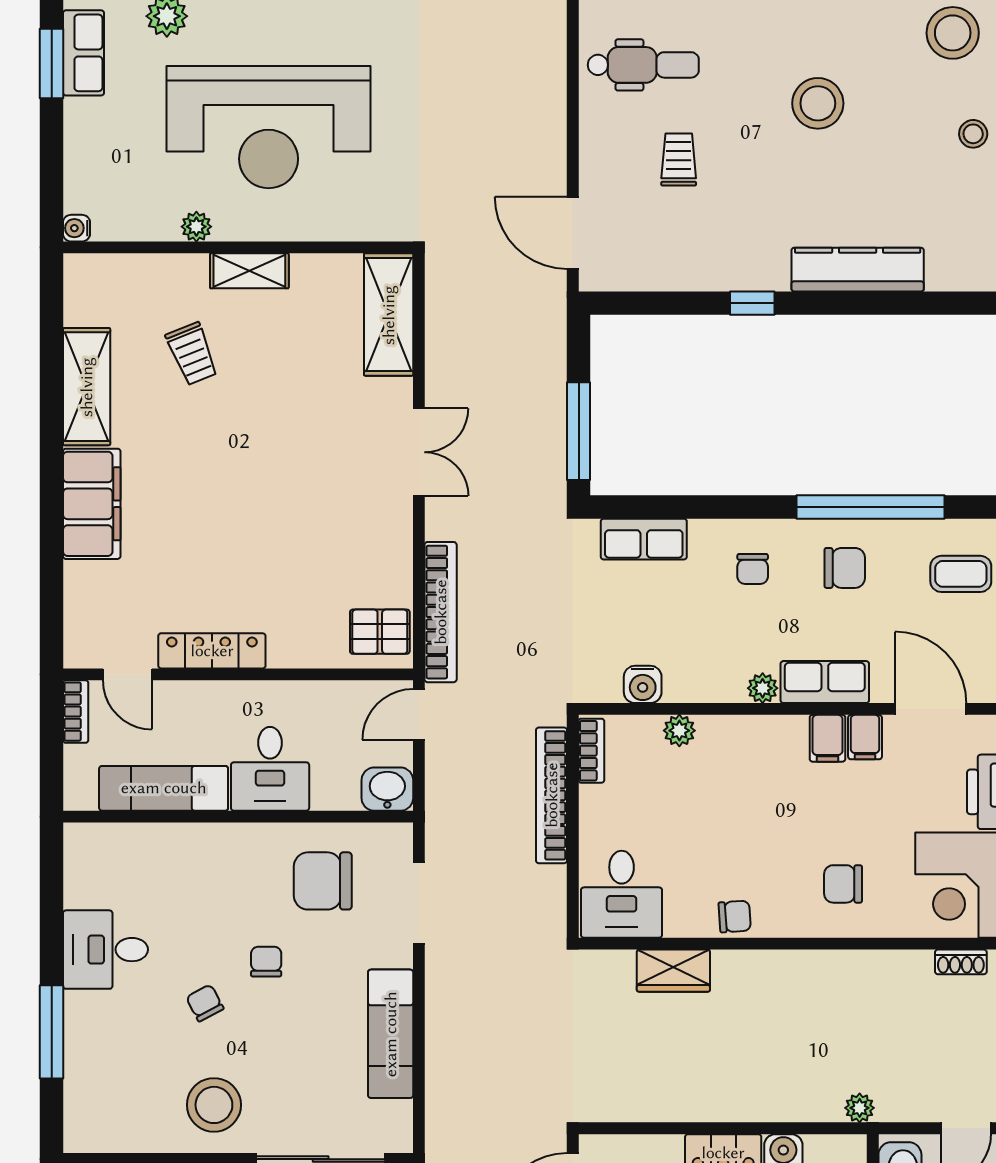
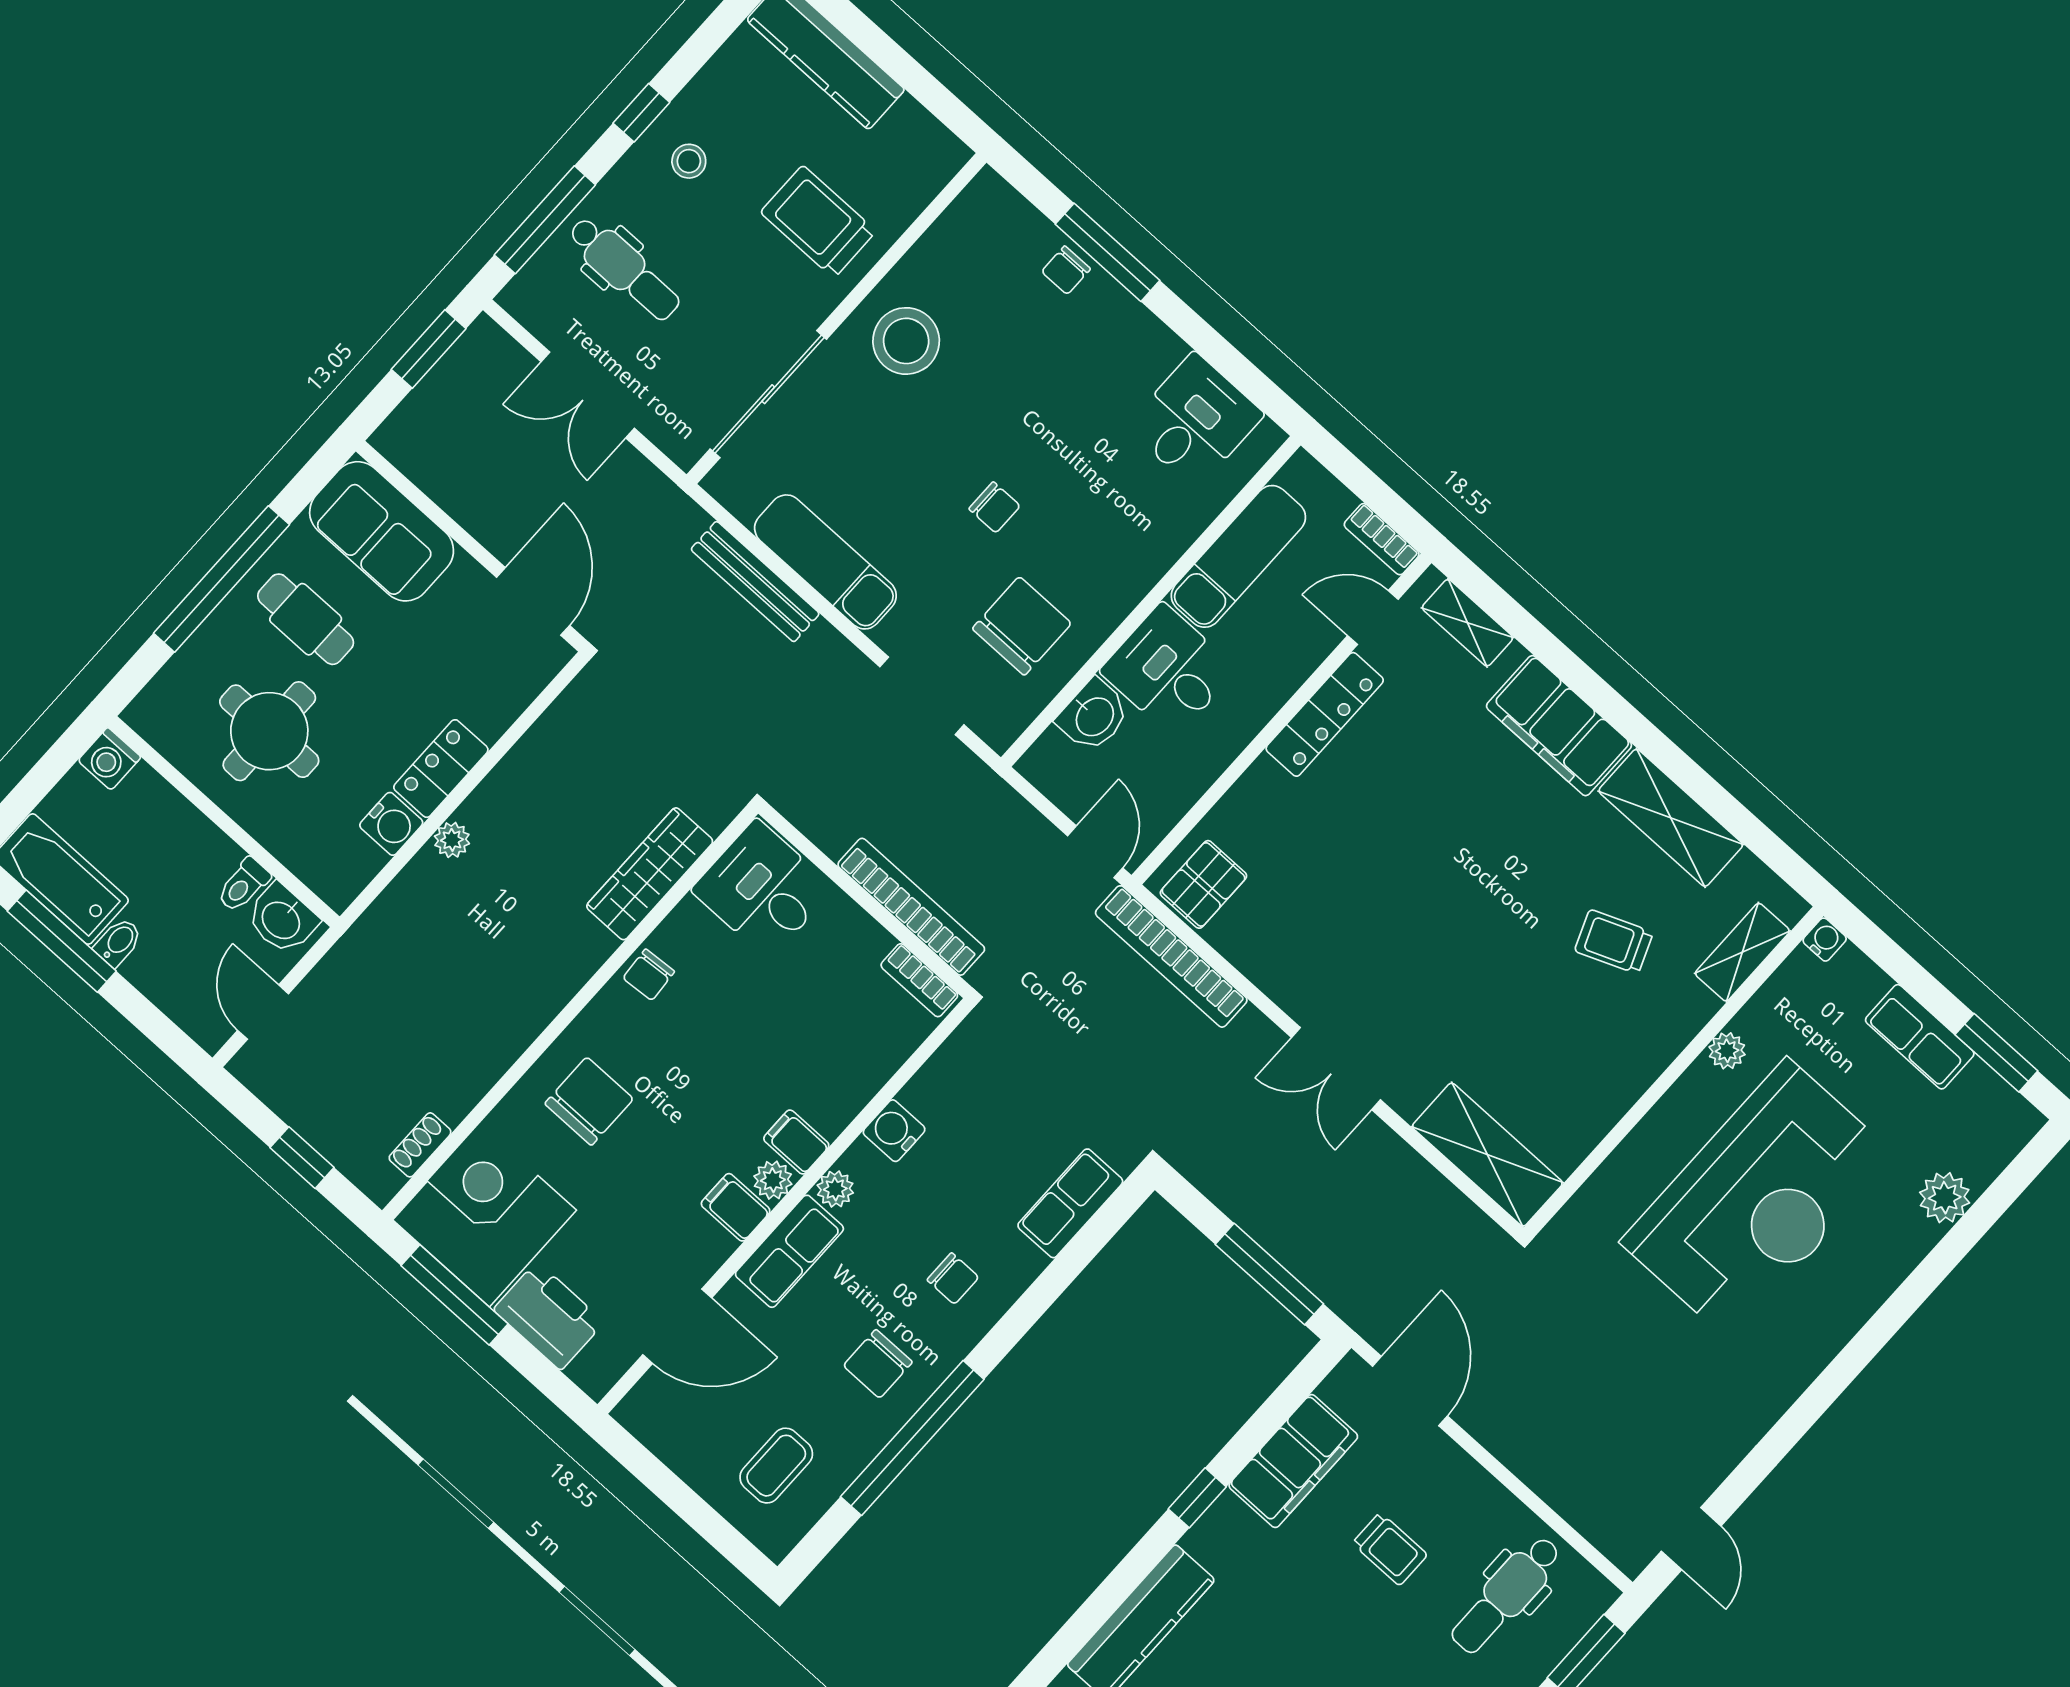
row of seats: (83, 53) -> (1920, 1037), moved
reception desk: (269, 127) -> (1759, 1199), turned 180
door: (573, 233) -> (1410, 1391), hinge flipped
filing cabinet: (678, 265) -> (1293, 1461), added
shelving: (249, 271) -> (1742, 952), moved
window: (579, 431) -> (1269, 1274), moved
chair: (753, 569) -> (953, 1279), turned 180
shelving: (79, 615) -> (1467, 623), added
water cooler: (643, 684) -> (894, 1131), moved
plant: (679, 731) -> (773, 1180), moved
filing cabinet: (865, 737) -> (796, 1142), moved
washbasin: (387, 789) -> (1094, 716), moved
chair: (843, 884) -> (589, 1101), width x1.37, depth x1.37
desk: (105, 950) -> (1195, 421), moved
wardrobe: (673, 971) -> (650, 874), width x1.50
chair: (205, 1003) -> (1066, 270), moved, turned 118
bench: (440, 1065) -> (755, 582), added
plant: (860, 1108) -> (452, 840), moved

